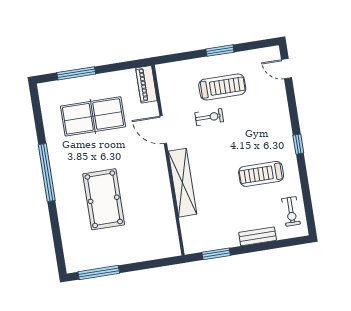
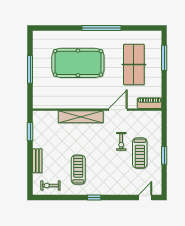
pool table: (104, 199) -> (78, 63), width x1.36, depth x1.32
window: (99, 272) -> (30, 69), moved

